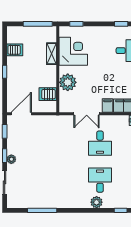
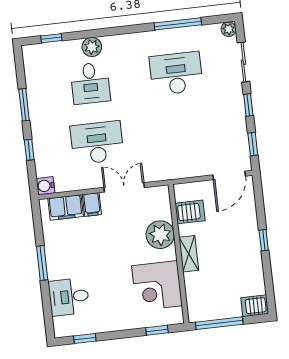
server rack: (15, 50) -> (255, 306), moved
shelving: (52, 54) -> (189, 254), moved
desk: (100, 143) -> (97, 143), width x1.37
plant: (11, 159) -> (229, 29), moved
desk: (47, 180) -> (176, 73), added

